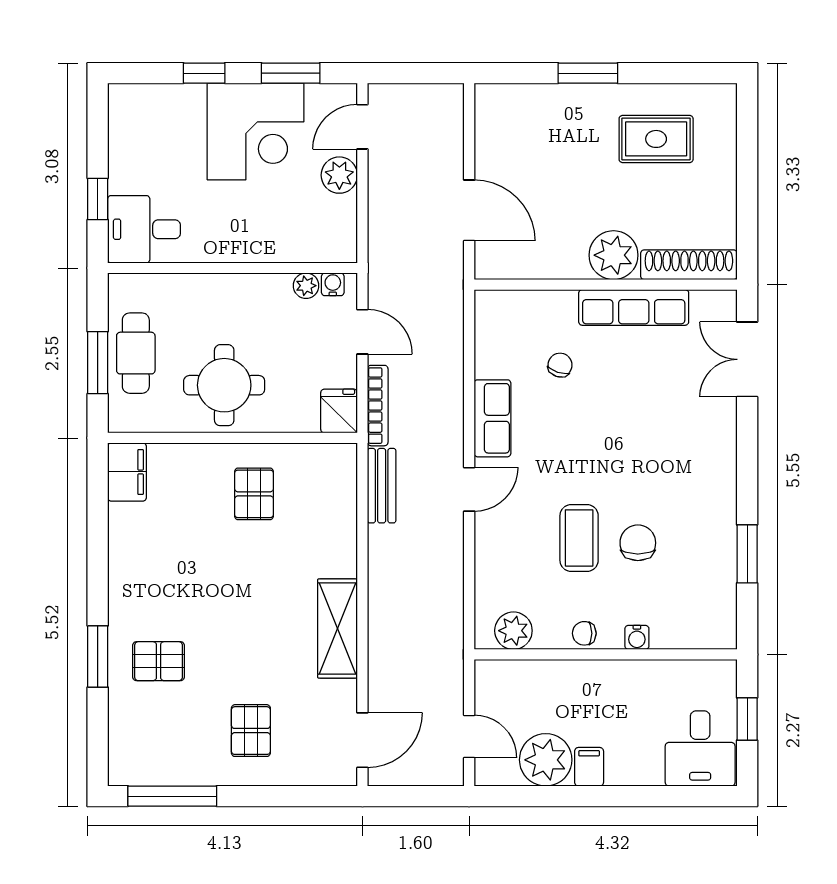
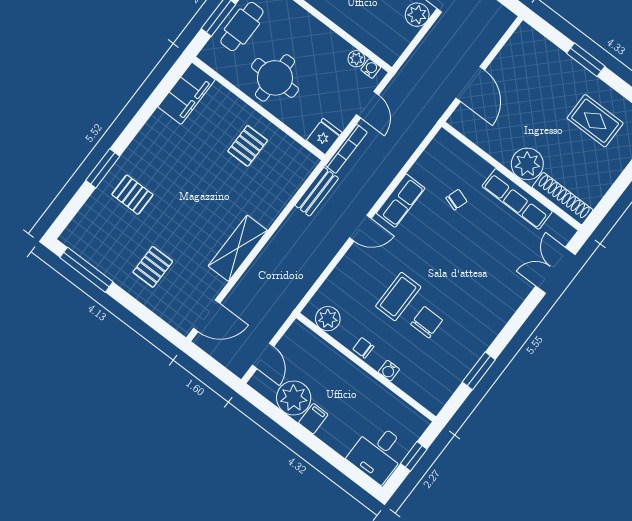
filing cabinet: (127, 472) -> (187, 93), width x1.50, depth x1.17

